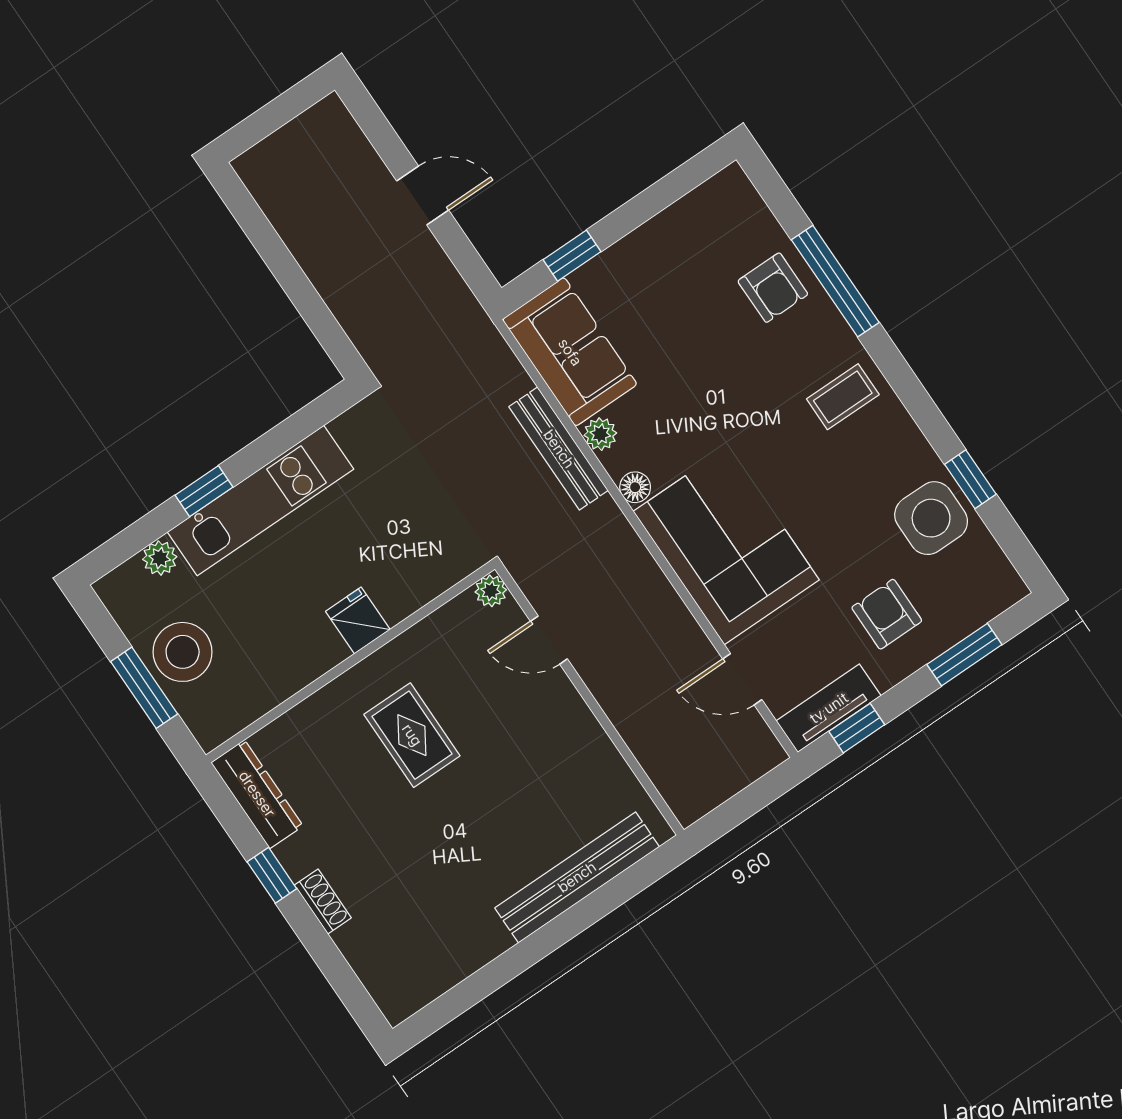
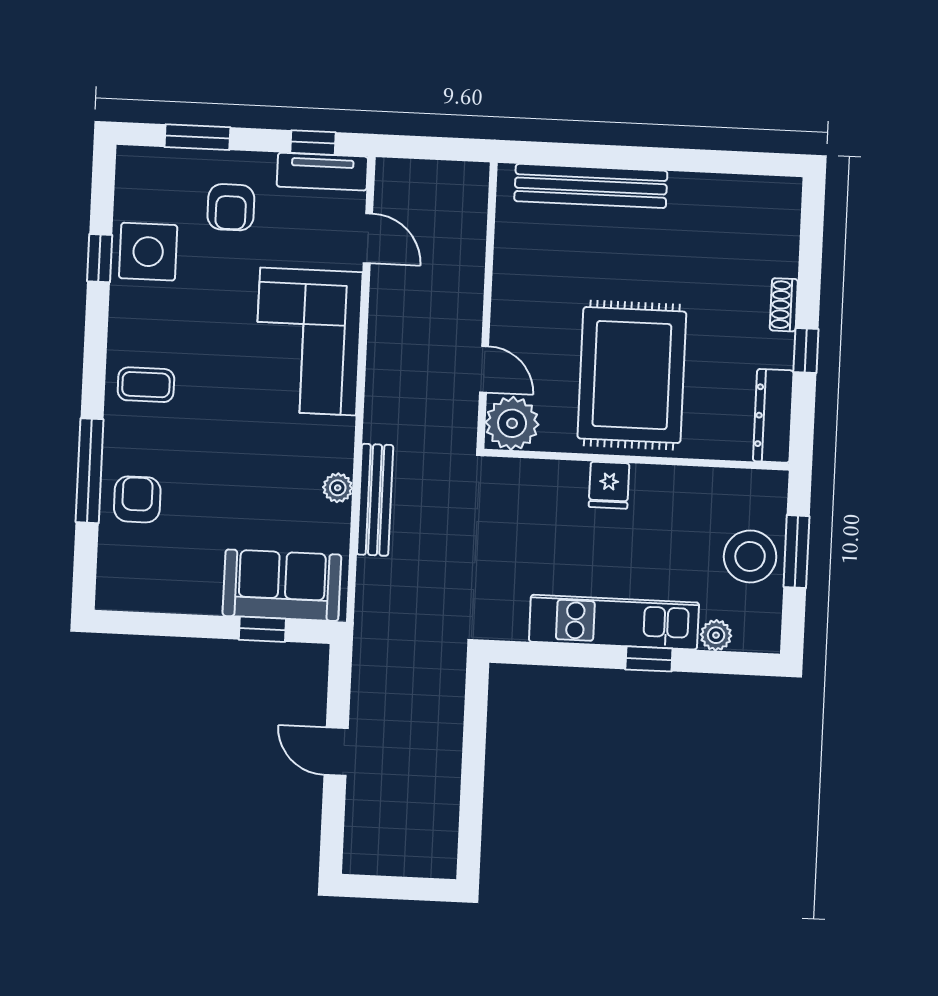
sofa: (570, 352) -> (282, 585), moved, turned 90
floor lamp: (635, 487) -> (341, 432), removed
plant: (491, 591) -> (512, 423), width x1.88, depth x1.88
rug: (412, 735) -> (632, 375), width x1.86, depth x2.06

